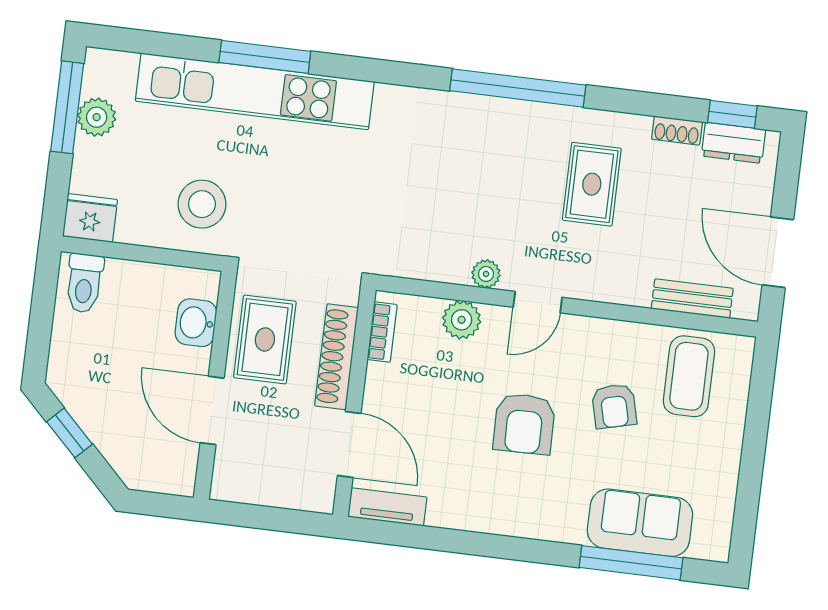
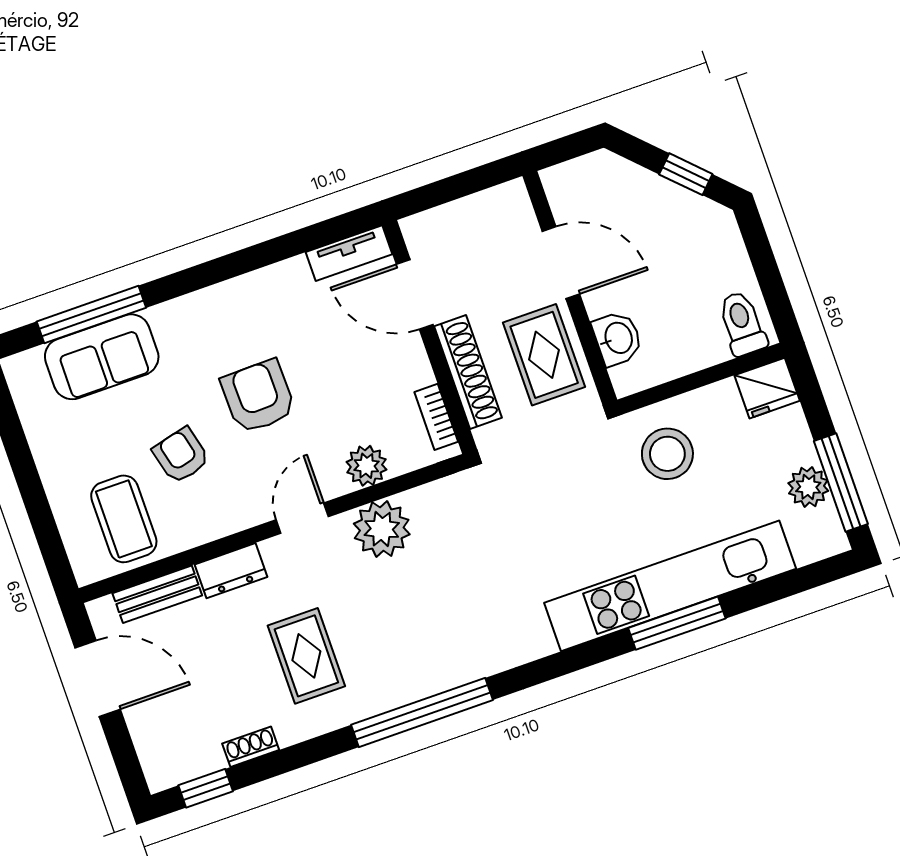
dresser: (733, 143) -> (231, 571), moved, turned 180
plant: (486, 274) -> (382, 529), width x1.88, depth x1.88

